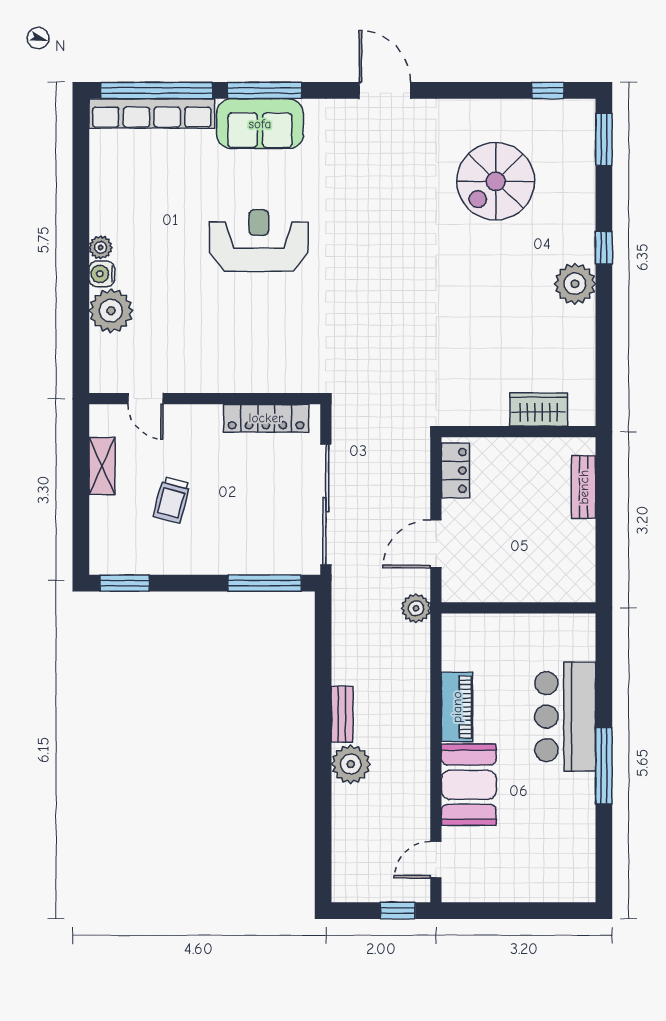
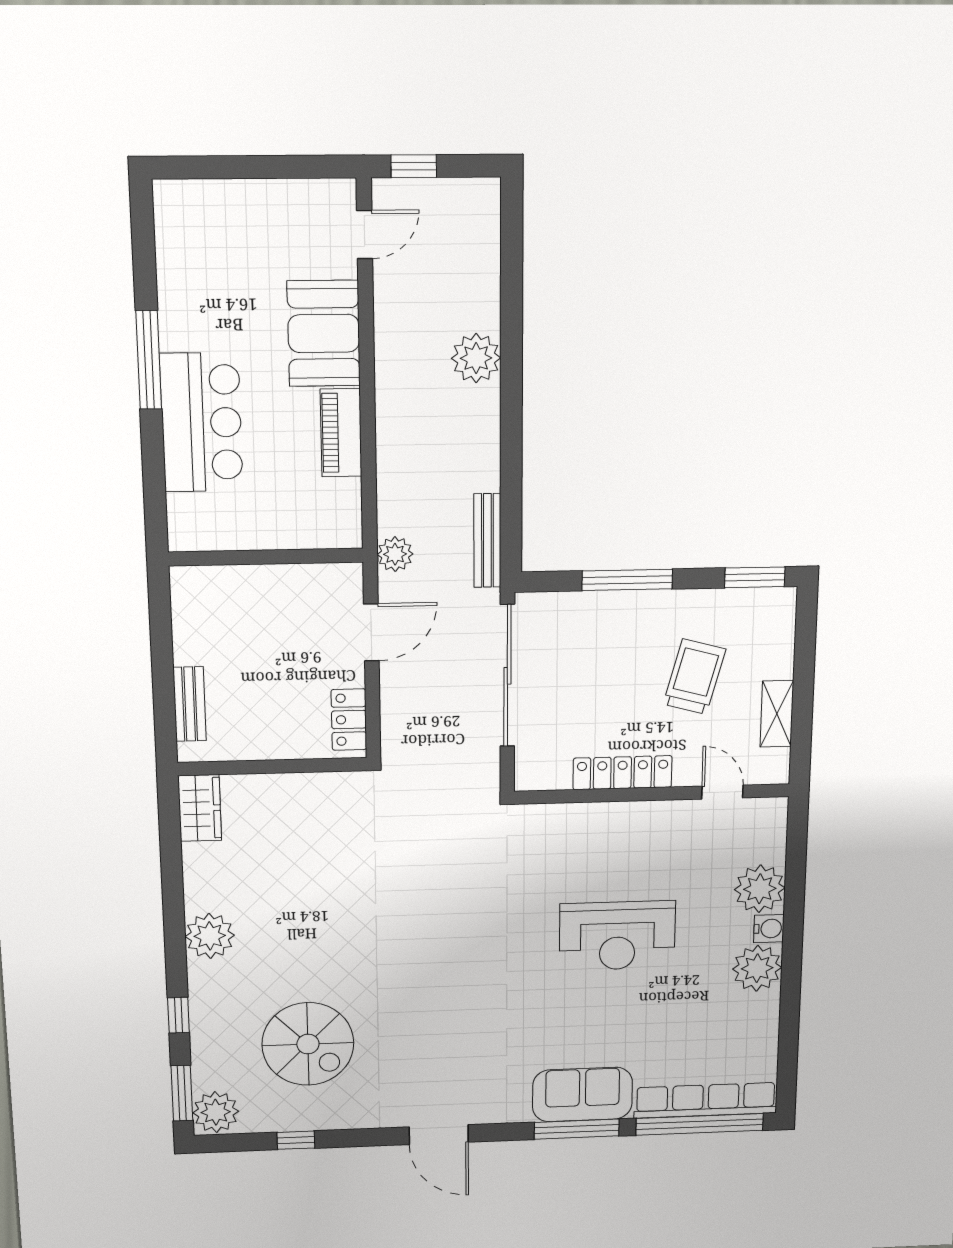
window: (548, 90) -> (296, 1140), moved
plant: (576, 120) -> (216, 1112), added
spiral stairs: (496, 181) -> (308, 1044), turned 90
reception desk: (259, 240) -> (617, 936), moved
plant: (101, 247) -> (757, 968), width x1.87, depth x1.87
window: (604, 248) -> (178, 1015), moved
wardrobe: (539, 410) -> (200, 808), moved, turned -90
locker: (266, 418) -> (622, 773), moved
trolley: (172, 500) -> (695, 677), width x1.36, depth x1.39
window: (265, 583) -> (627, 580), moved
bench: (342, 714) -> (487, 541), moved, width x1.36

